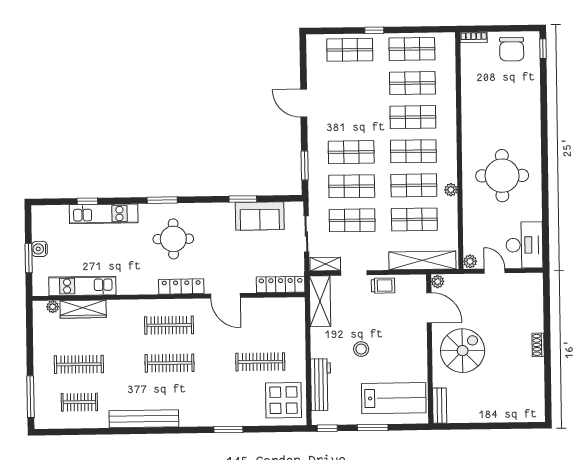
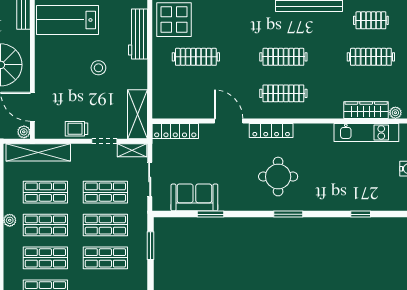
kitchen unit: (104, 214) -> (345, 202), removed

